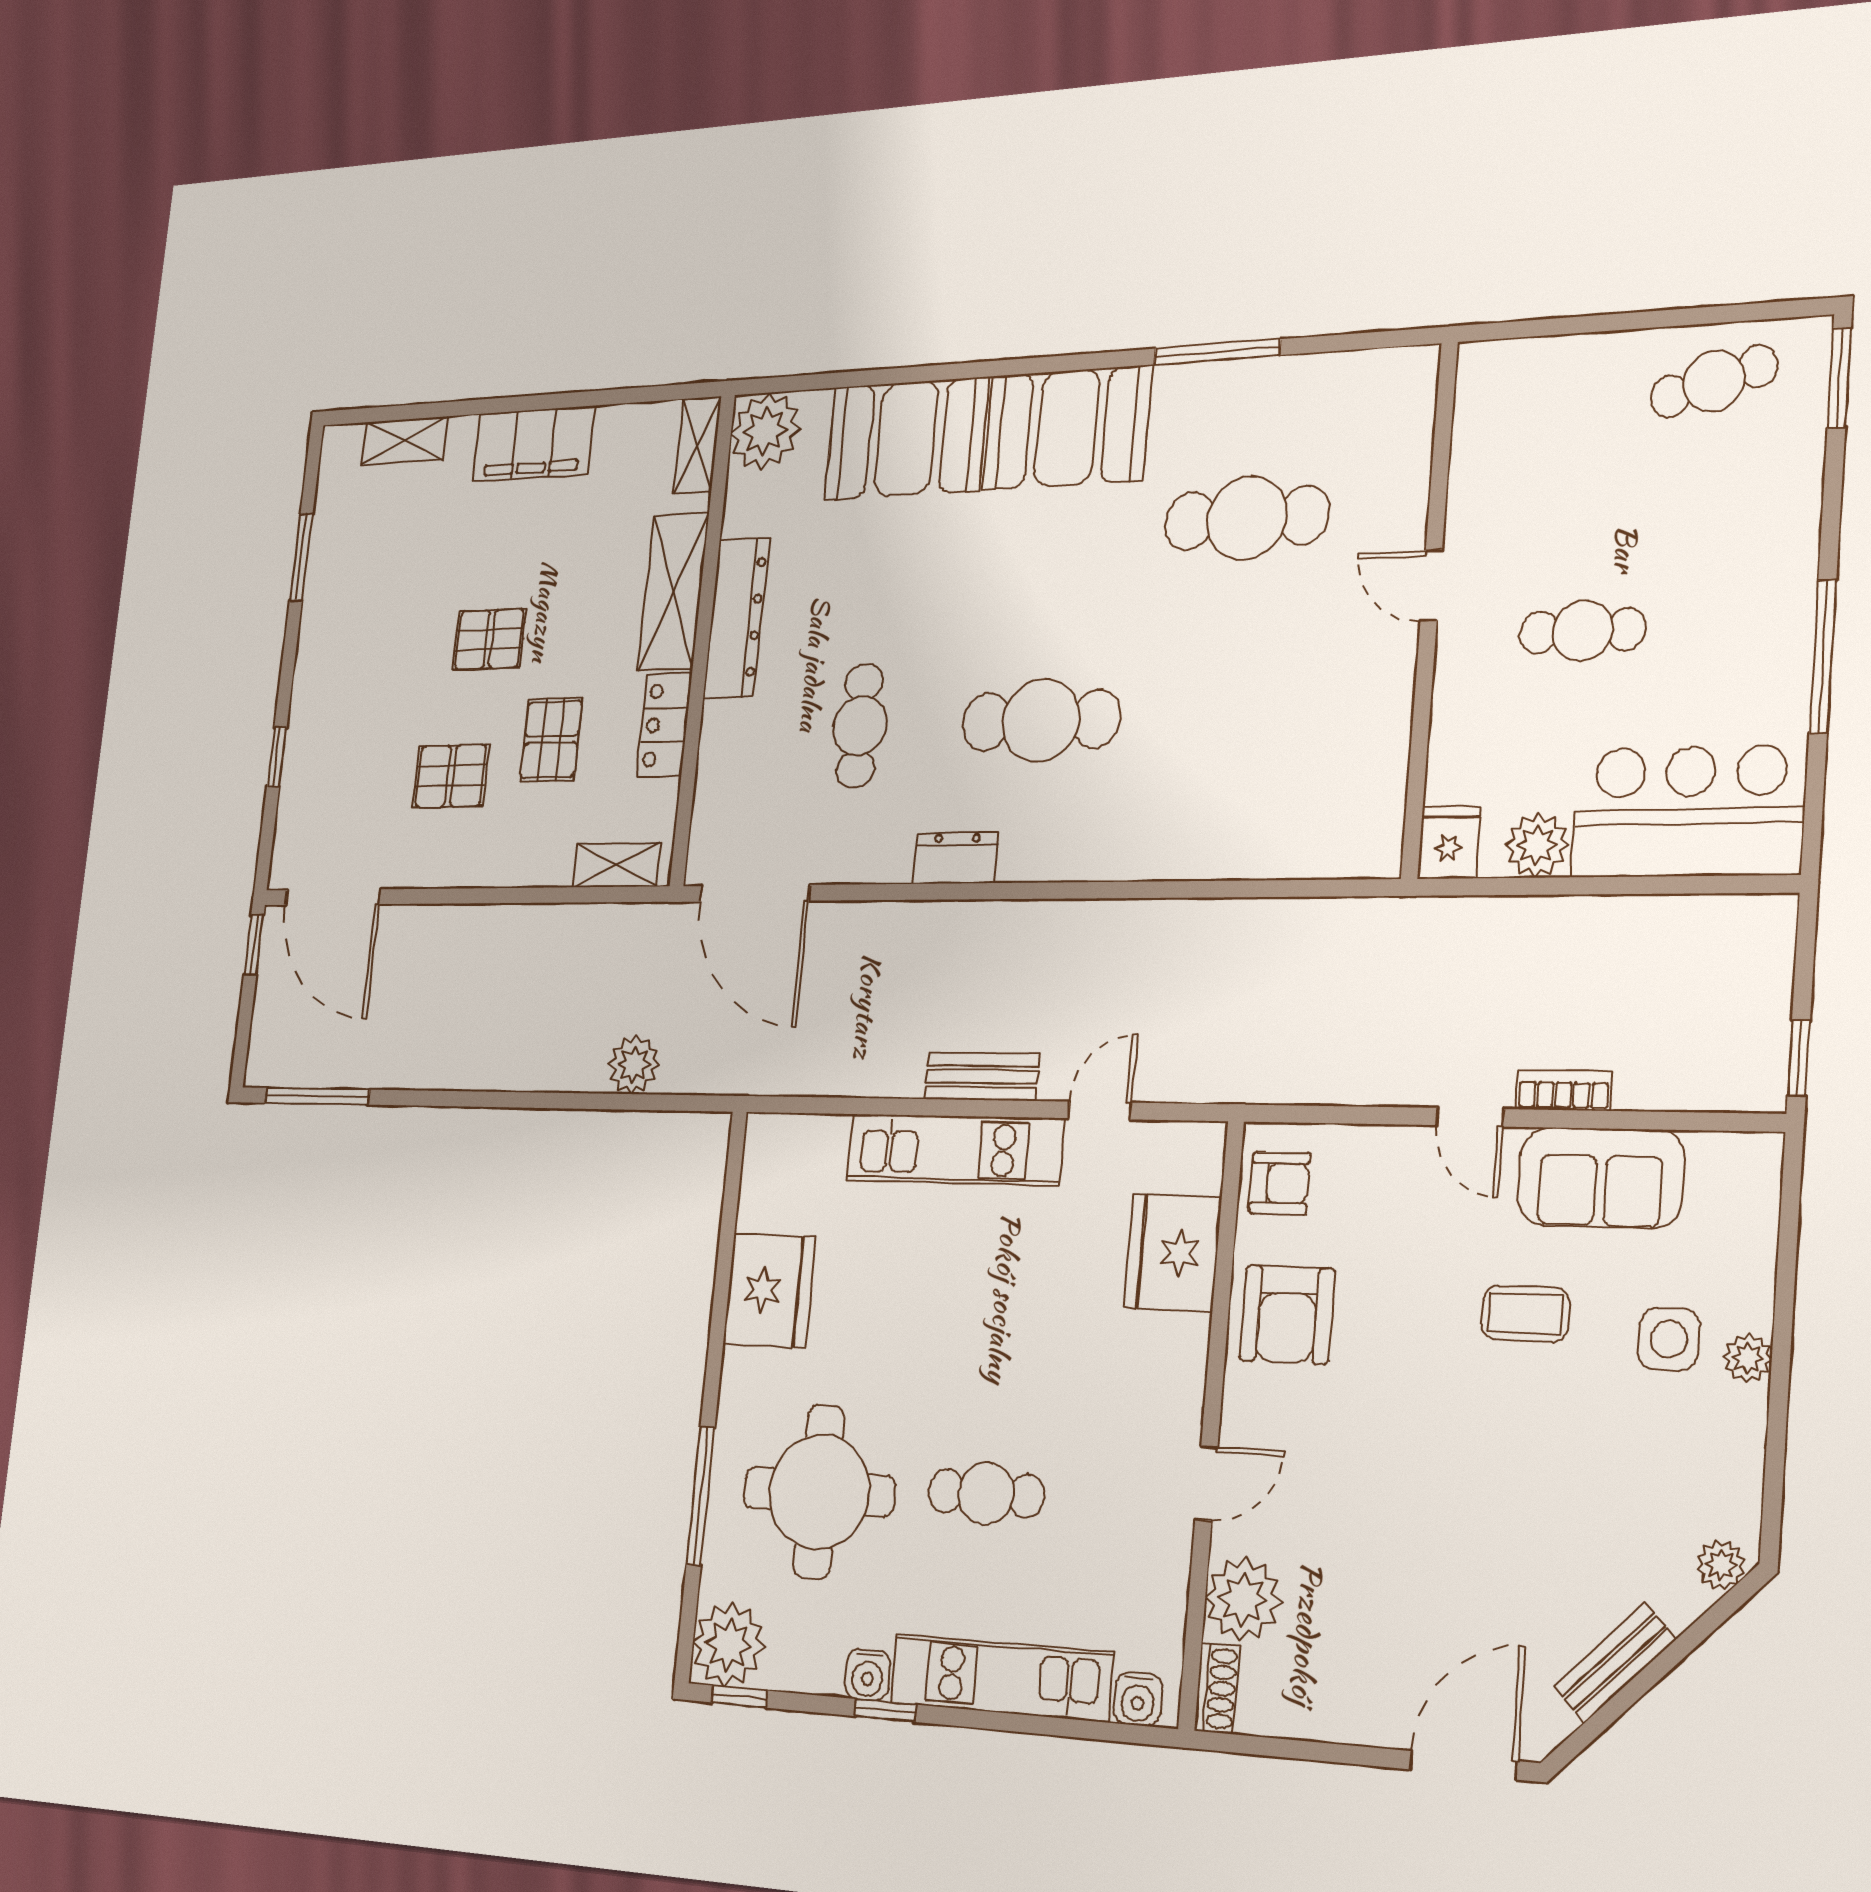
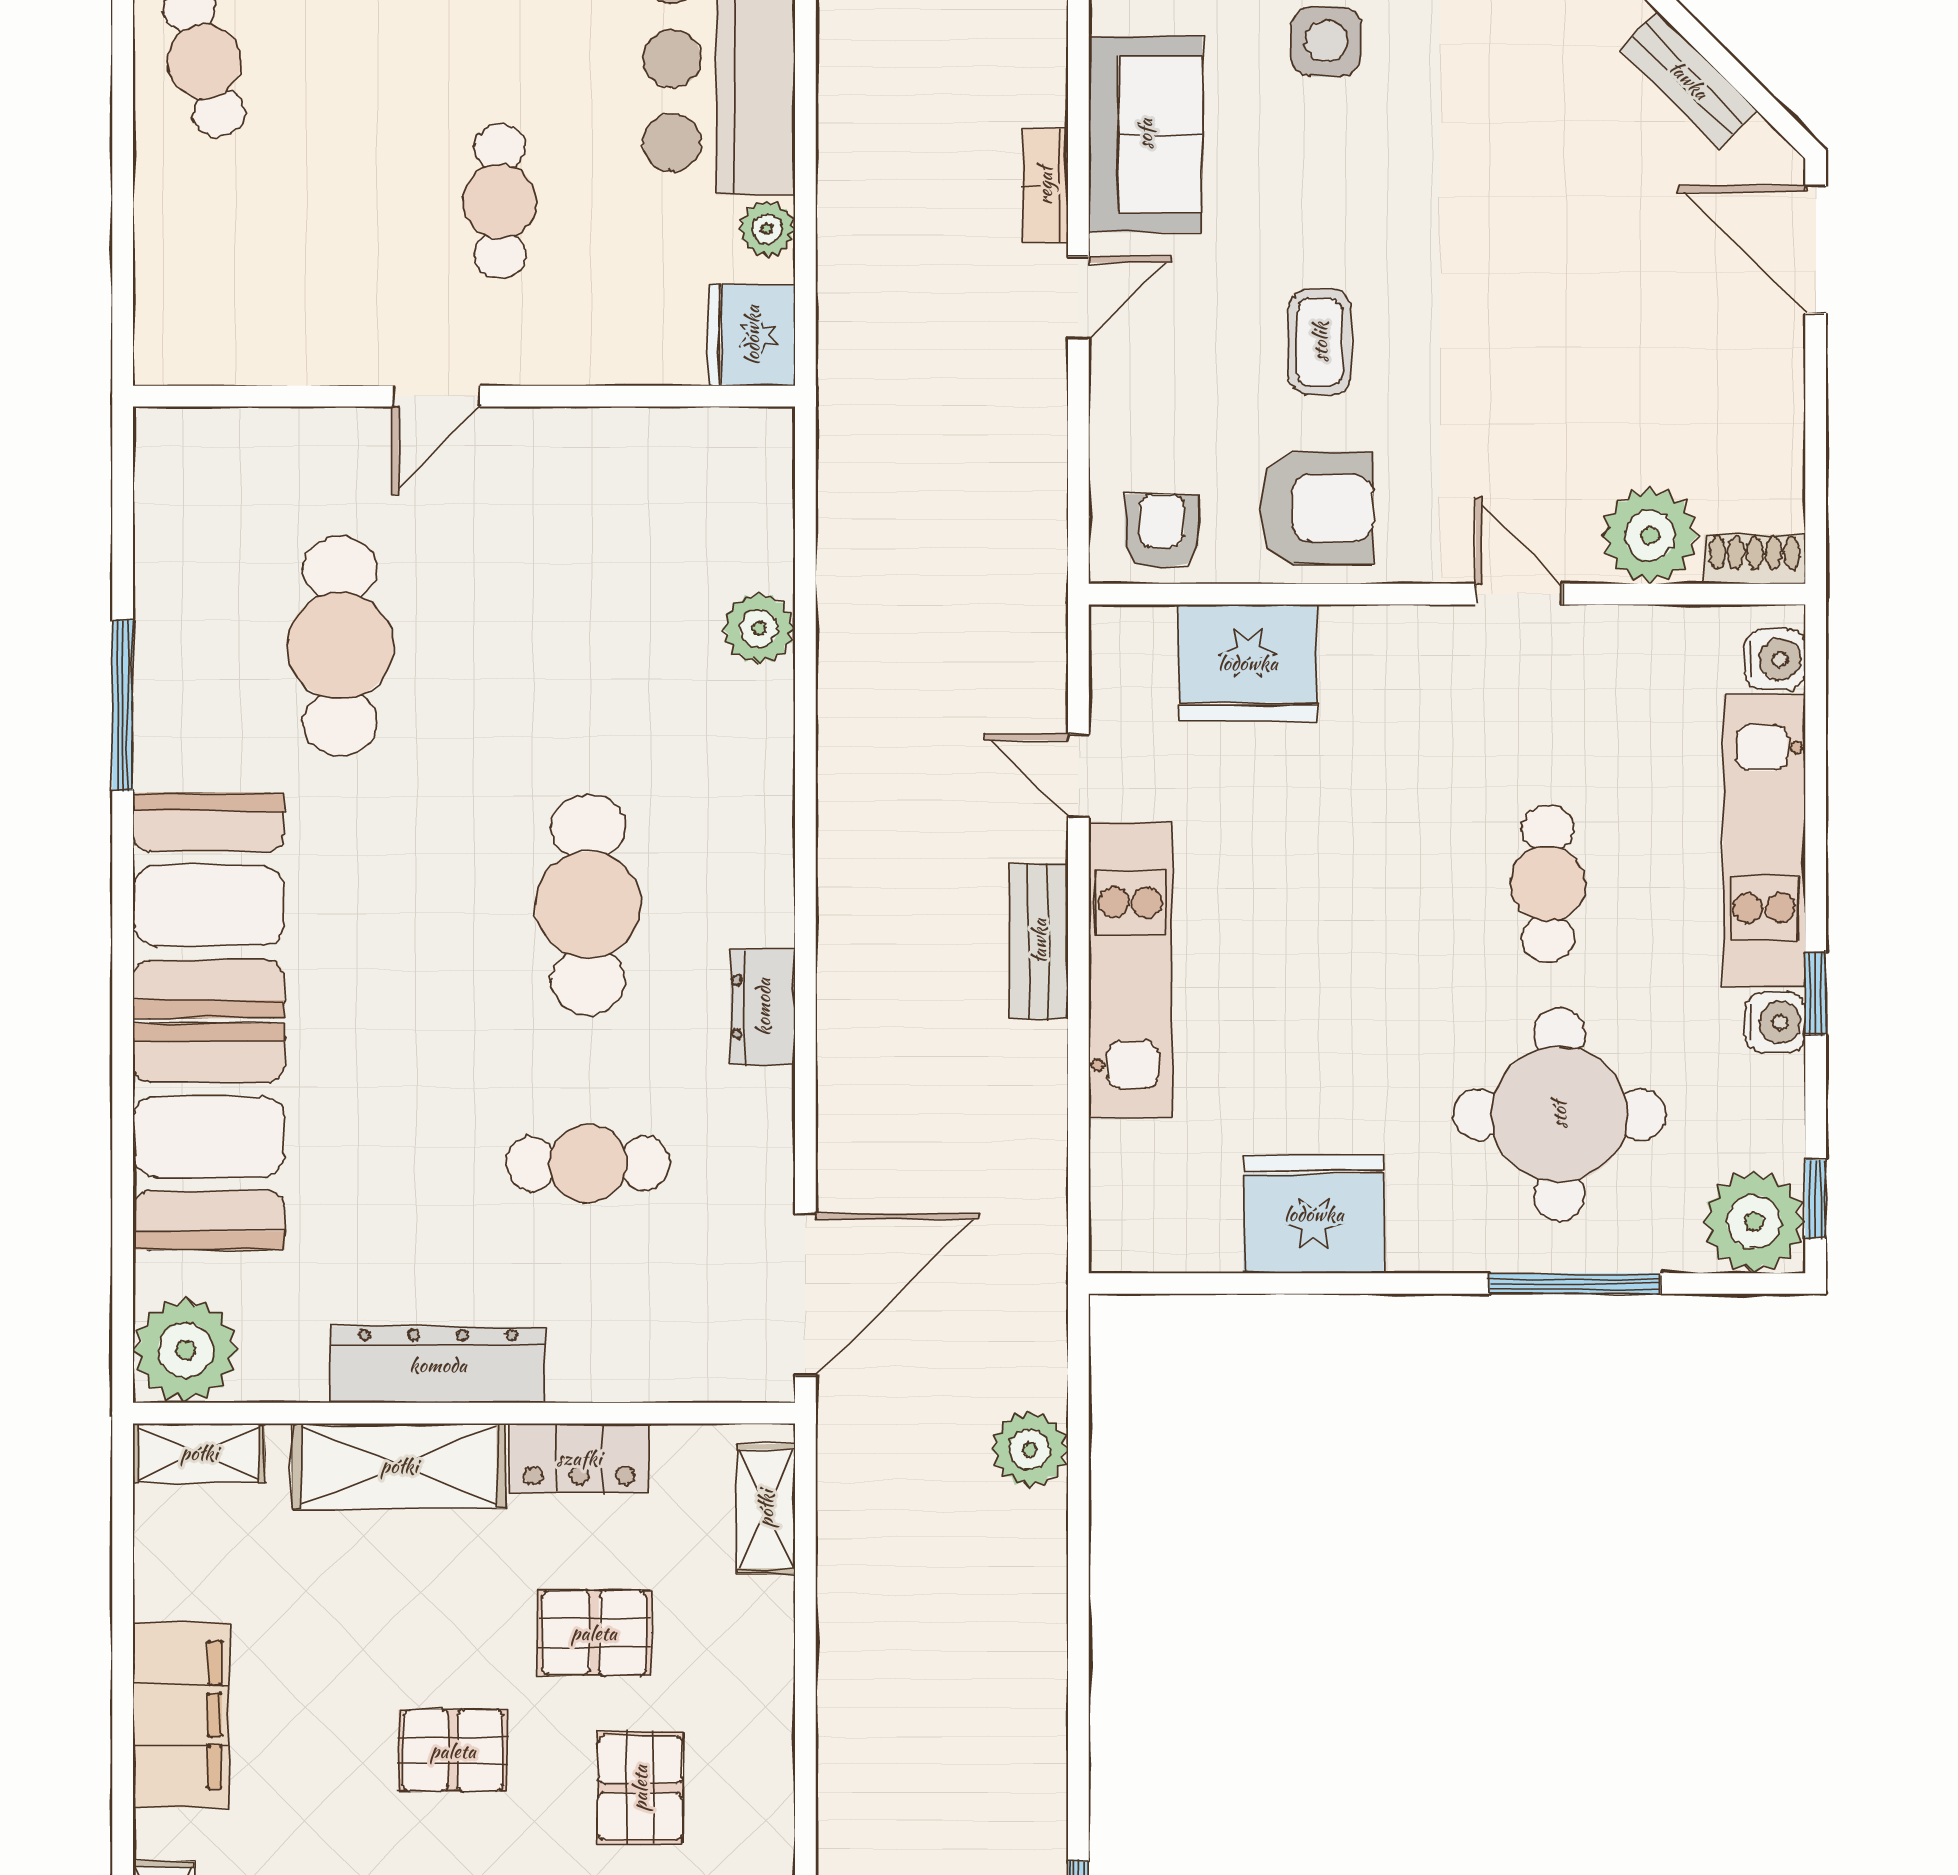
pallet: (489, 639) -> (453, 1751), turned 90
fridge: (1449, 842) -> (752, 335), width x1.38
plant: (1537, 845) -> (767, 229), width x0.73, depth x0.73
plant: (1232, 851) -> (759, 628), added
coffee table: (1525, 1314) -> (1320, 342), moved

